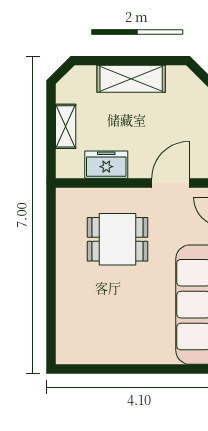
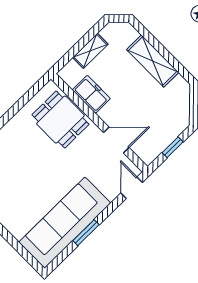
dining table: (118, 239) -> (61, 120), moved

